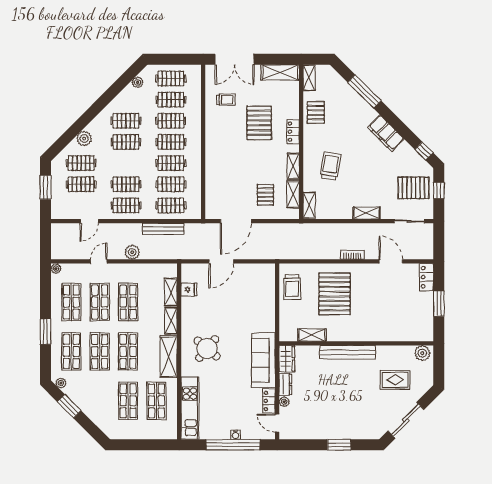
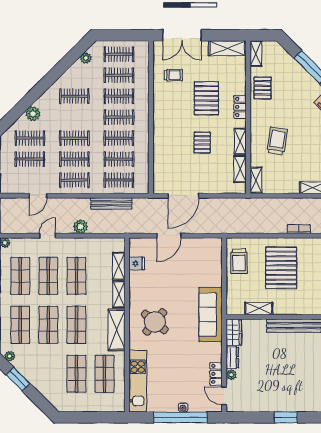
clothes rail: (126, 142) -> (74, 138), moved
pallet: (265, 195) -> (202, 143), moved
sofa: (263, 360) -> (211, 315), moved

